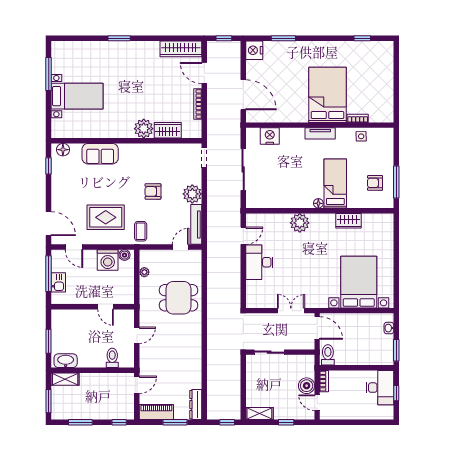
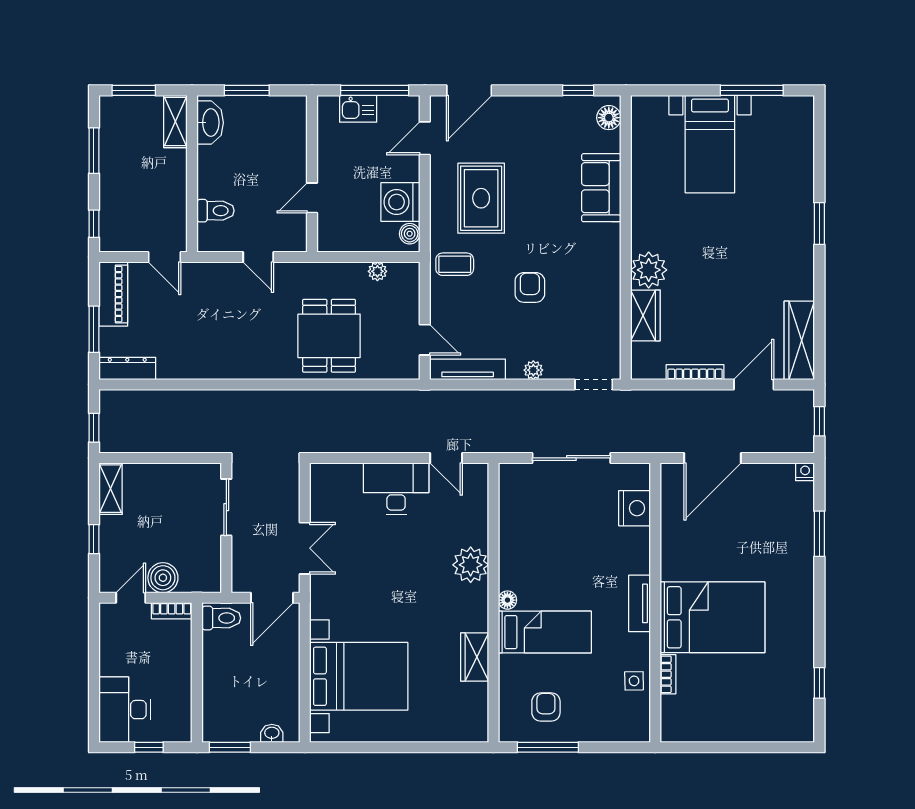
nightstand: (254, 50) -> (805, 472), width x0.53, depth x0.56
plant: (192, 194) -> (533, 370), width x0.53, depth x0.53
desk: (380, 388) -> (125, 710), moved, turned 90

